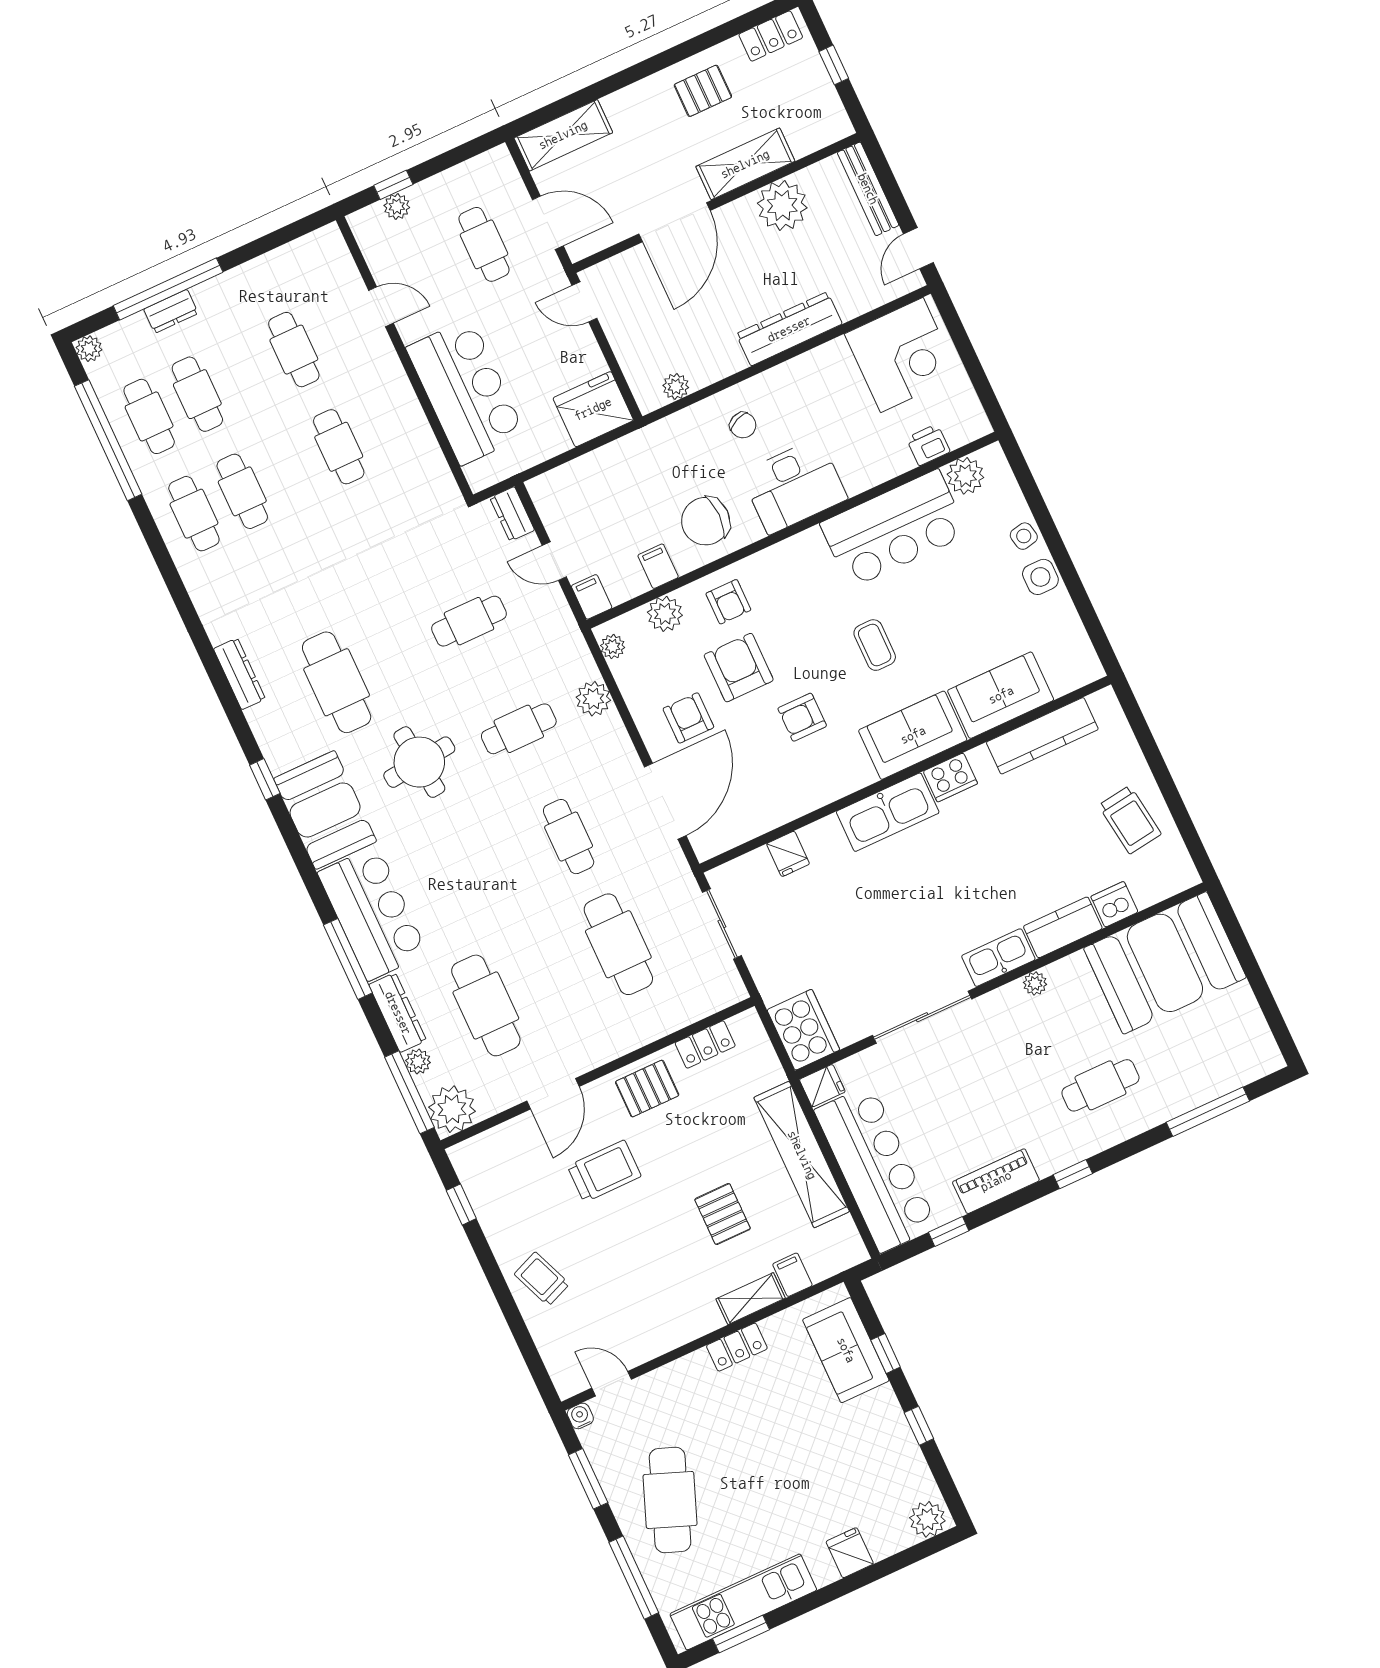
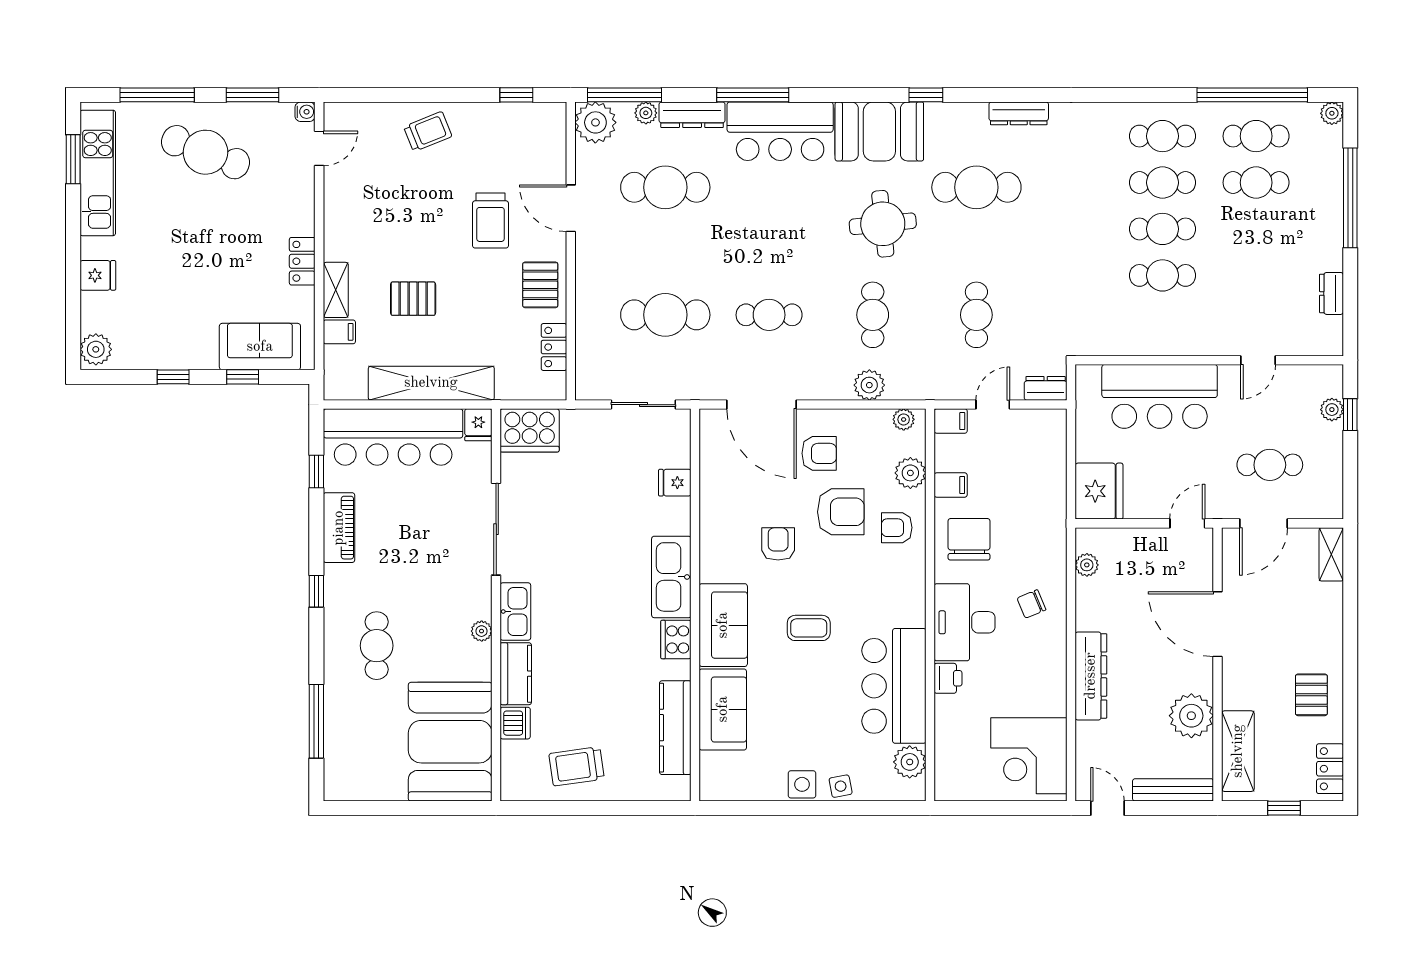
shelving: (563, 135) -> (1331, 554), width x0.67, depth x0.75
shelving: (745, 164) -> (1238, 751), moved
dresser: (171, 311) -> (1332, 293), moved
cafe table: (294, 350) -> (1162, 229), moved
printer: (928, 445) -> (948, 678), moved

